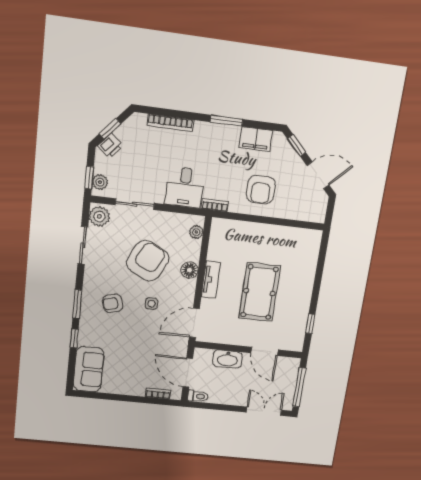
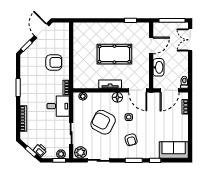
filing cabinet: (256, 139) -> (26, 70), removed
floor lamp: (190, 270) -> (117, 97), moved

